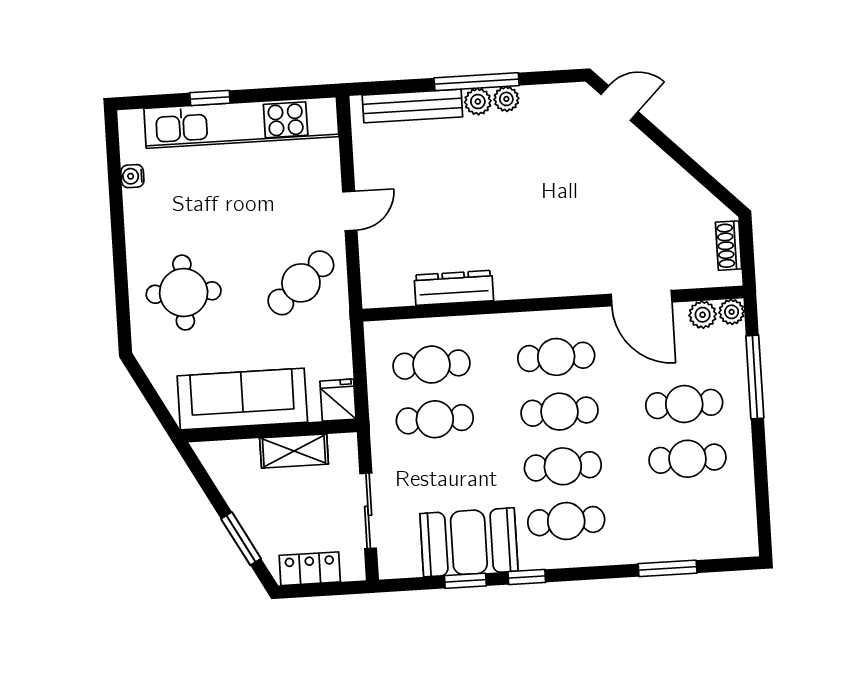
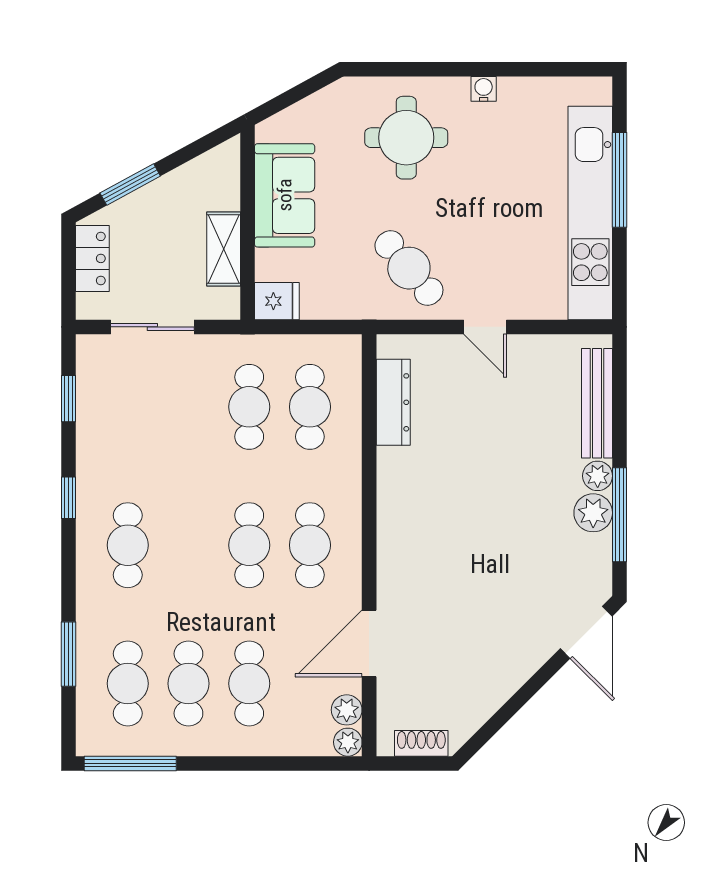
window: (477, 82) -> (620, 515), moved
window: (210, 98) -> (620, 180), width x2.17
plant: (506, 99) -> (593, 513), width x1.38, depth x1.38
door: (620, 103) -> (586, 632), width x1.38
water cooler: (132, 176) -> (484, 89), moved
dresser: (454, 288) -> (393, 402), moved
window: (755, 377) -> (130, 763), moved
sofa: (242, 399) -> (285, 195), width x0.73
cafe table: (563, 466) -> (128, 684), moved
booth: (469, 542) -> (111, 436), removed
window: (465, 581) -> (69, 399), moved

